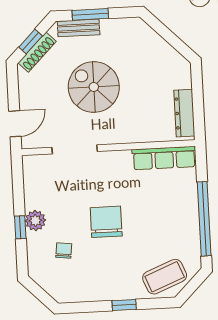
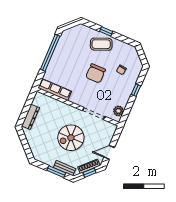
spiral stairs: (94, 87) -> (71, 138), turned 90
dresser: (184, 113) -> (31, 117), moved
door: (15, 124) -> (109, 152), moved
plant: (35, 221) -> (119, 111), moved
coffee table: (165, 277) -> (101, 44), moved

